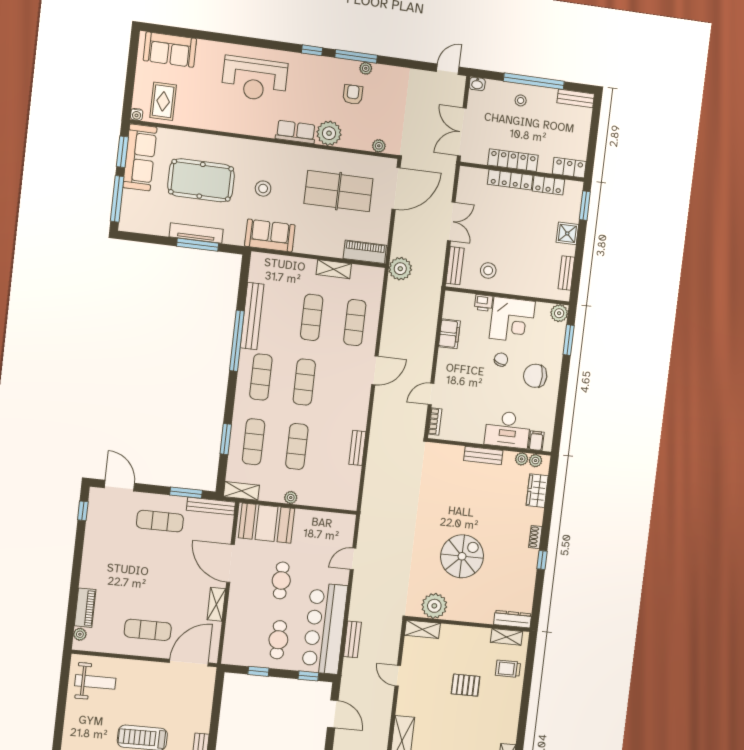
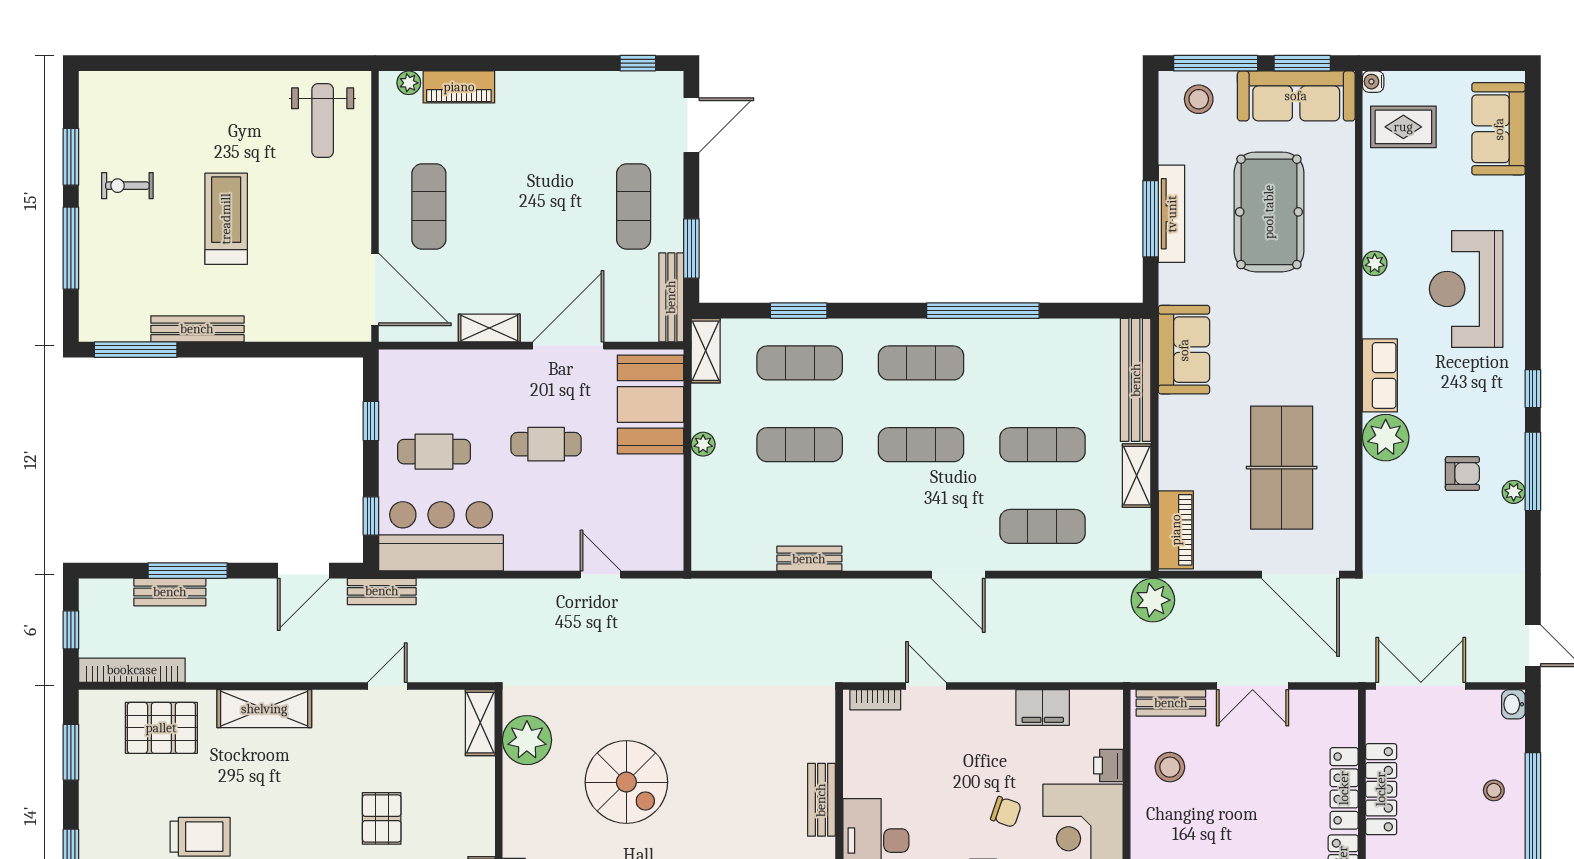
plant: (379, 146) -> (1375, 263), moved
stool: (263, 189) -> (1199, 99), moved
bench: (252, 316) -> (1136, 380), moved, turned 90
bar counter: (325, 628) -> (441, 536), width x0.73
bench: (352, 639) -> (382, 591), moved

